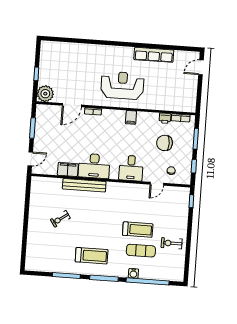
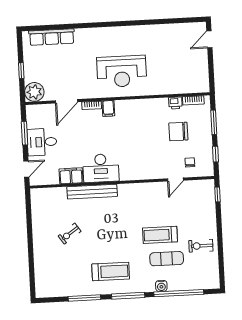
row of seats: (154, 55) -> (52, 37), moved
reception desk: (122, 85) -> (122, 71), turned 180
filing cabinet: (131, 117) -> (108, 108), moved
desk: (131, 168) -> (42, 142), moved, turned 90
treadmill: (138, 230) -> (160, 235), turned 180

